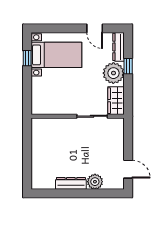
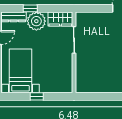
window: (27, 58) -> (37, 96), moved

